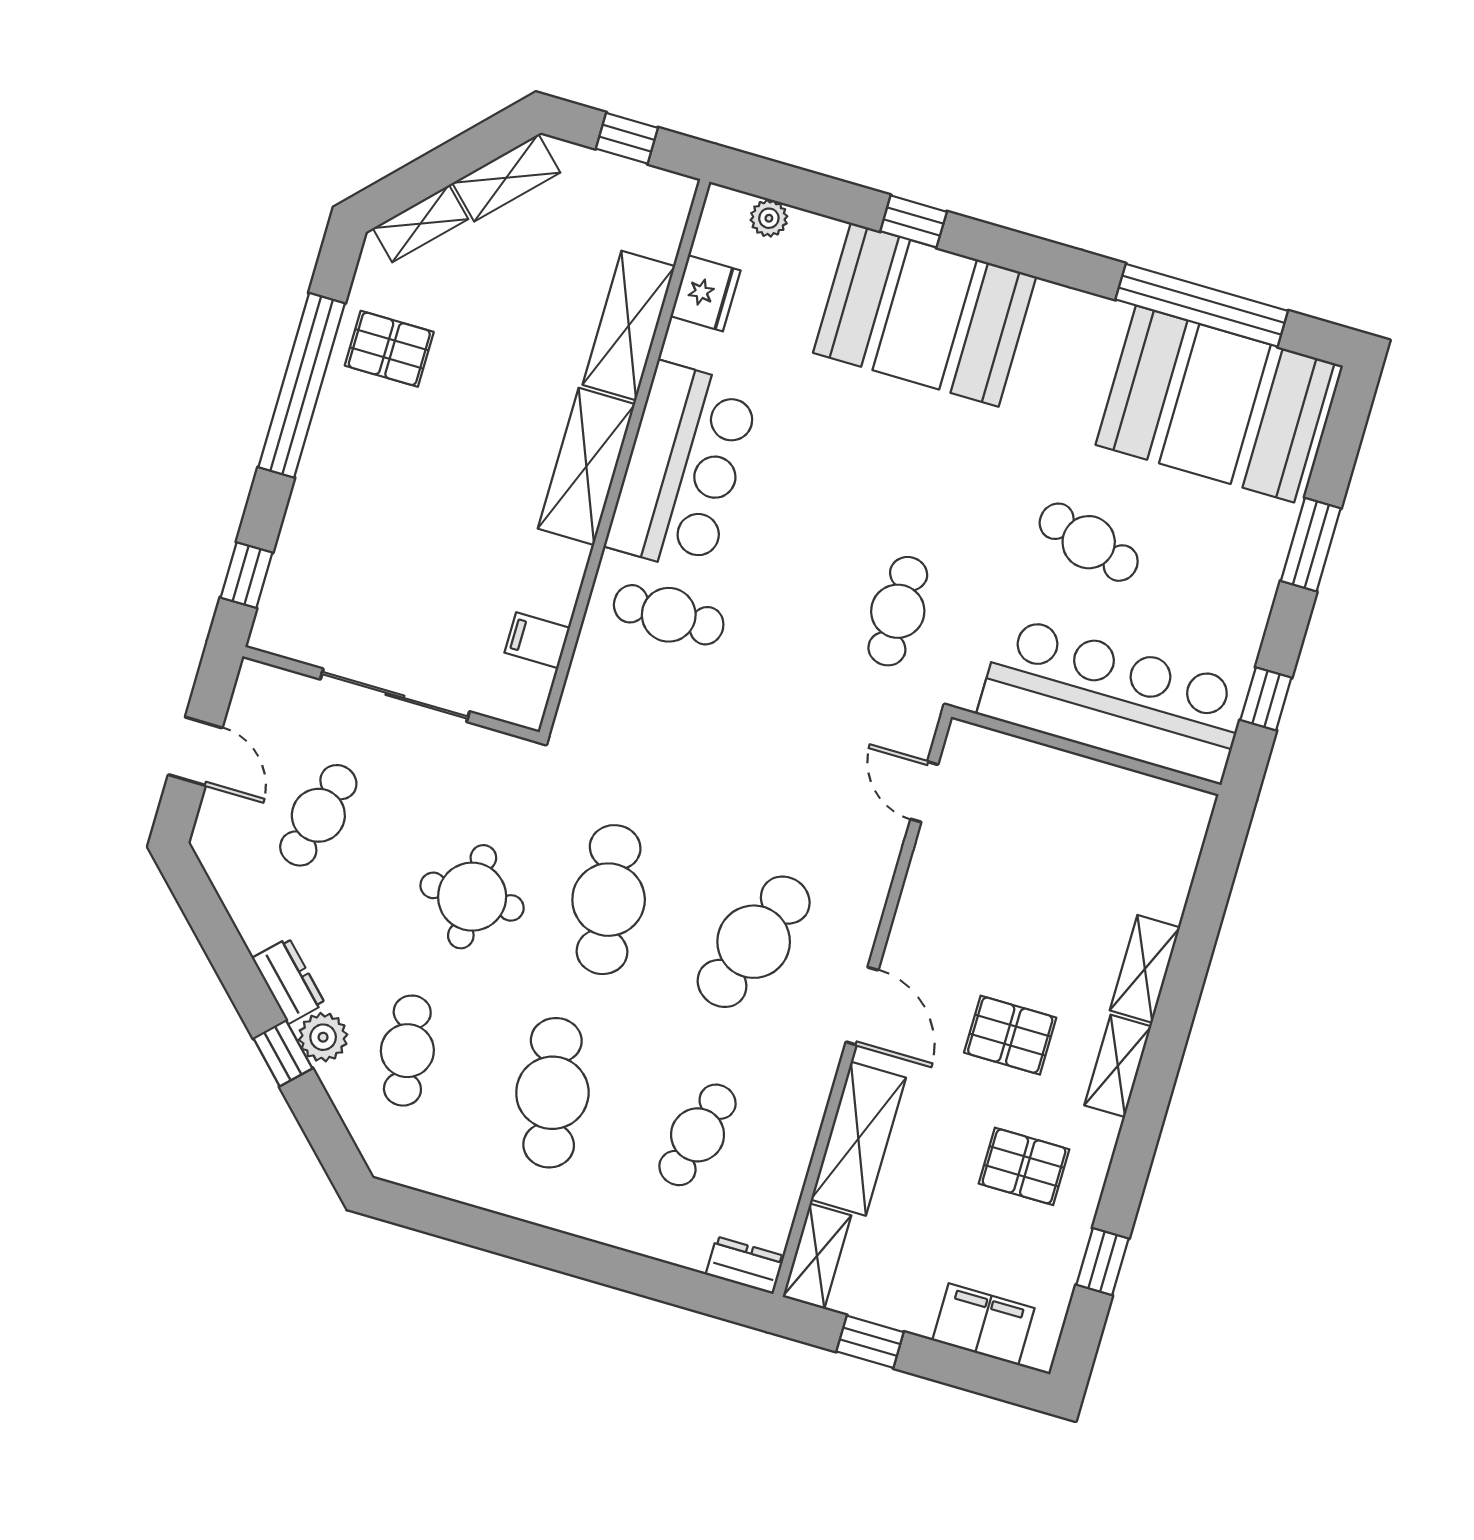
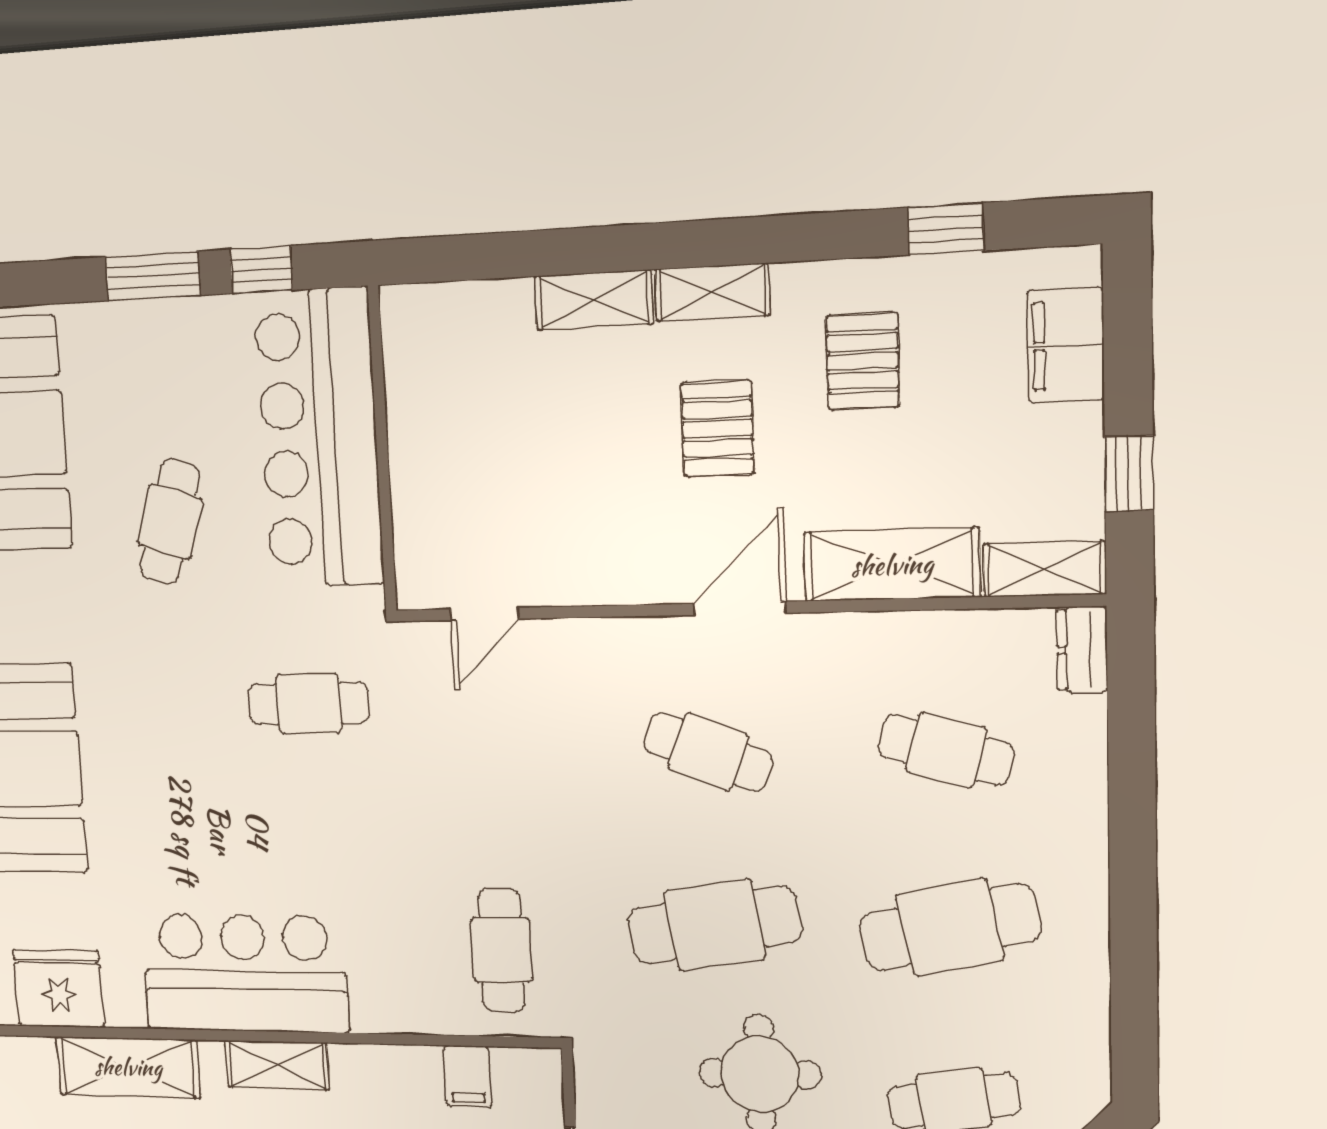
fridge: (705, 293) -> (59, 989), width x1.36, depth x1.34
shelving: (586, 466) -> (277, 1065), width x0.67, depth x0.75
window: (1311, 545) -> (153, 276), moved
cafe table: (669, 615) -> (501, 950), moved
cafe table: (754, 942) -> (708, 752), width x0.73, depth x0.74

